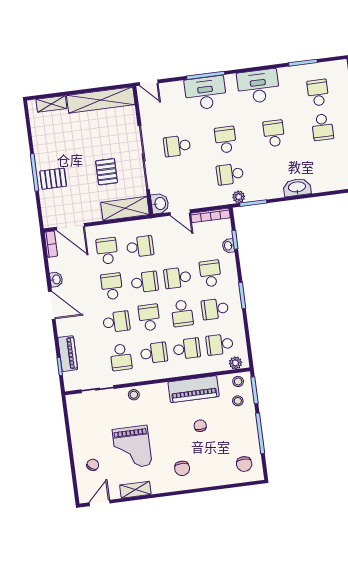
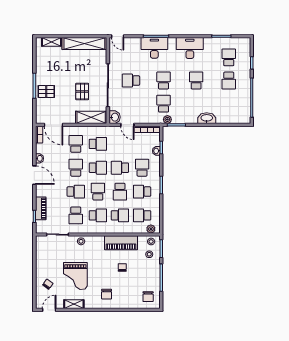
school desk: (230, 174) -> (164, 104), turned 90

